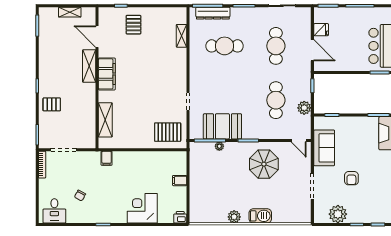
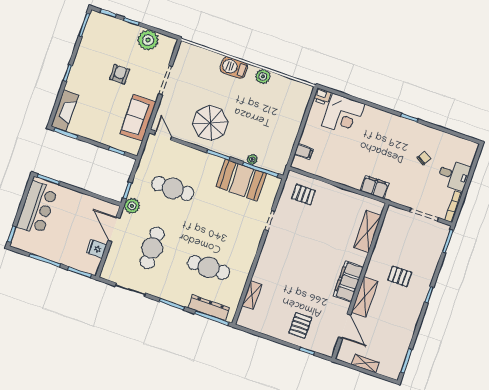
cafe table: (276, 100) -> (173, 188), turned 90
pallet: (52, 104) -> (400, 276), moved
plant: (304, 108) -> (132, 206), moved
pallet: (168, 132) -> (304, 195), width x0.67, depth x0.71
filing cabinet: (107, 158) -> (375, 187), width x2.00
filing cabinet: (180, 181) -> (304, 152), moved
corner desk: (142, 208) -> (343, 115), moved
desk: (54, 211) -> (454, 175), moved, turned 90

